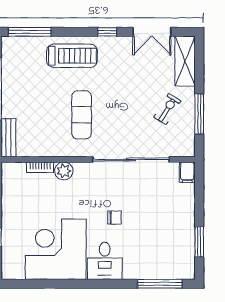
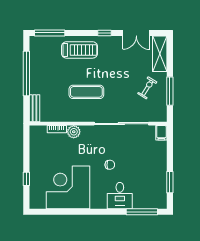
exercise mat: (82, 115) -> (86, 92), turned 90
desk: (105, 261) -> (120, 196), moved

